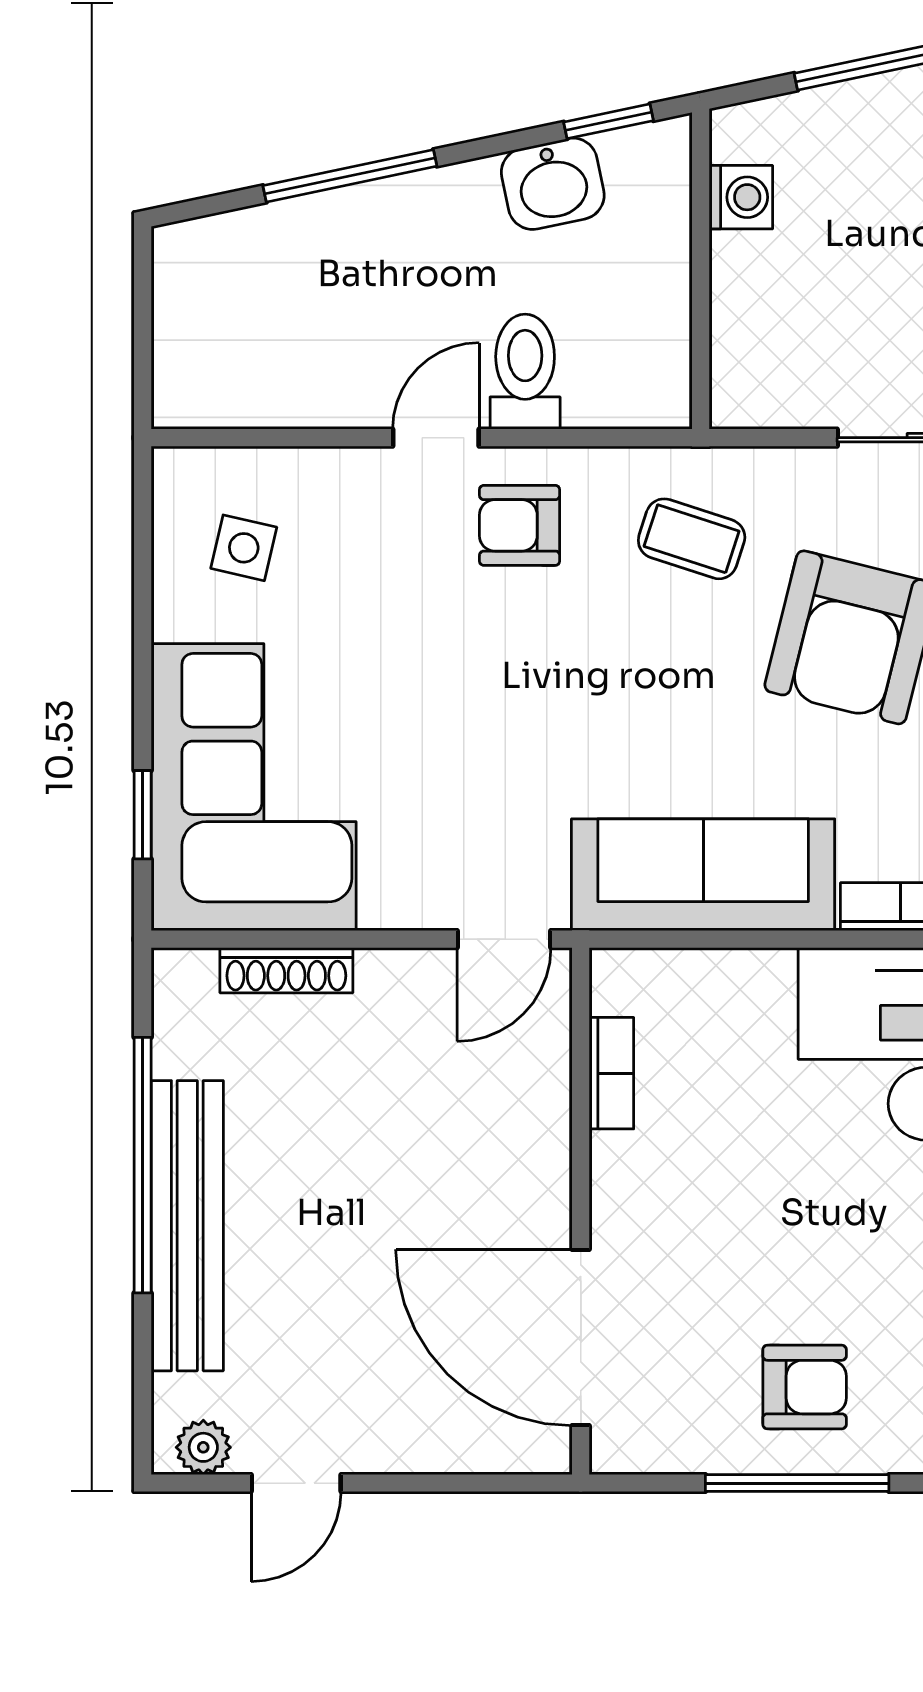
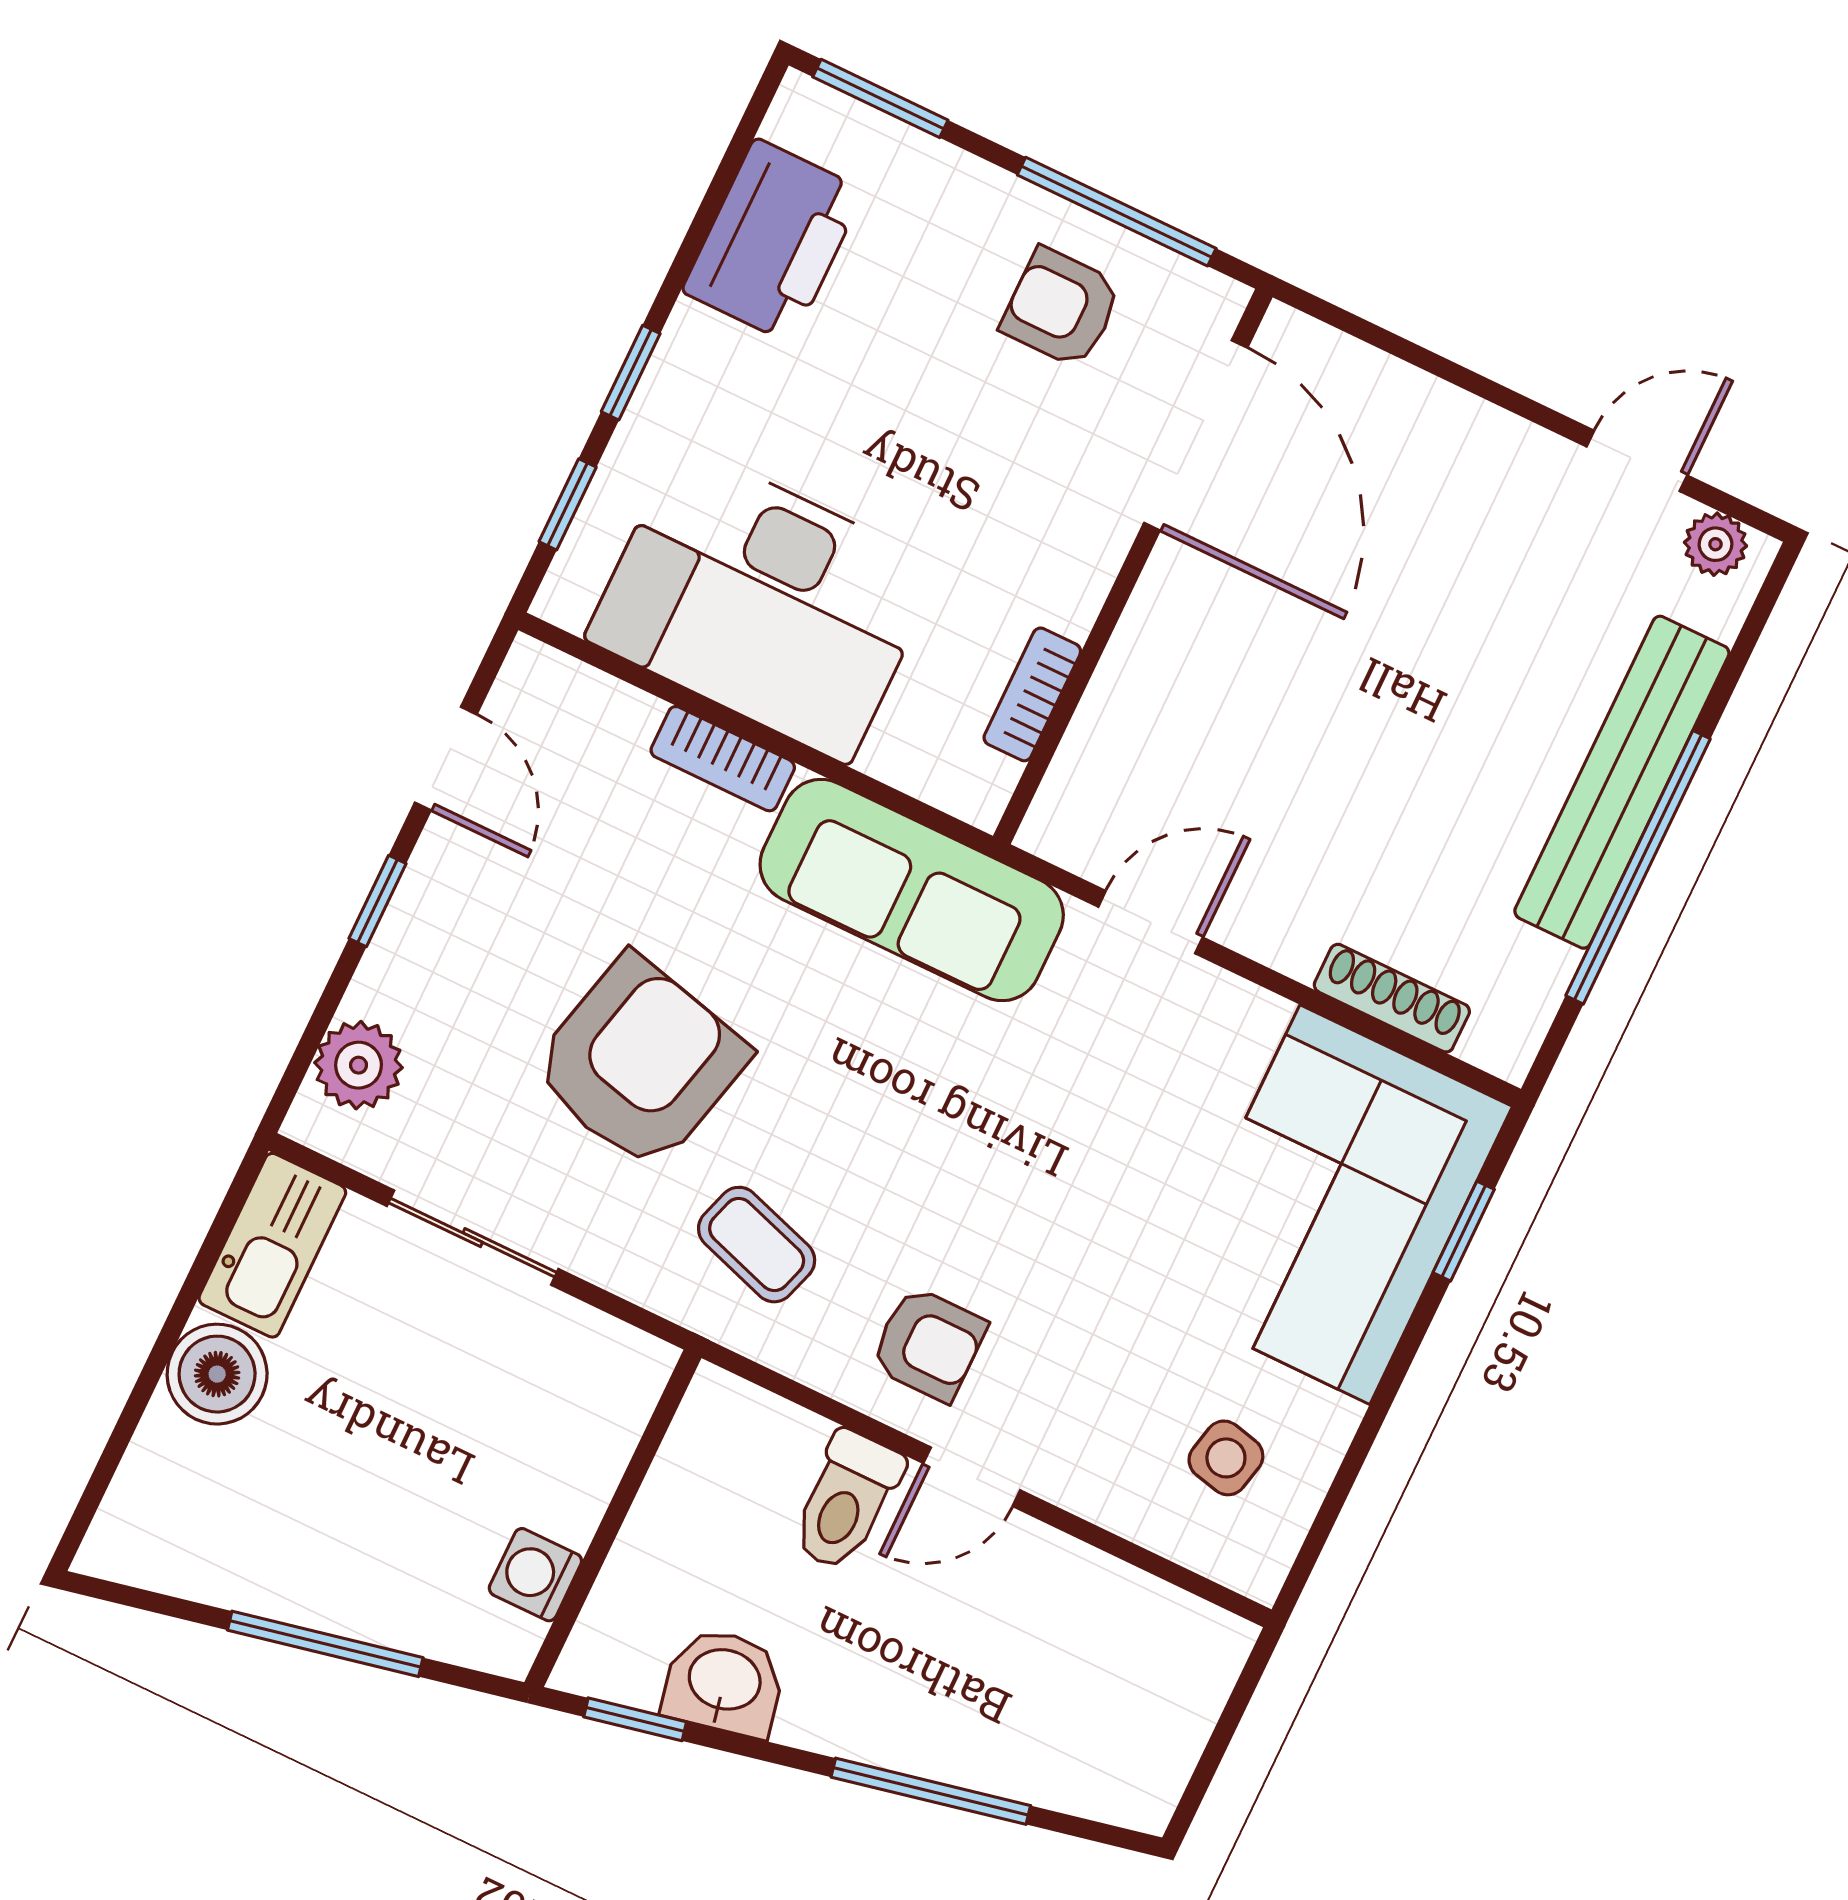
bookcase: (611, 1073) -> (1032, 694), moved
wall: (581, 1211) -> (1133, 567), moved
door: (581, 1338) -> (1196, 435), moved

